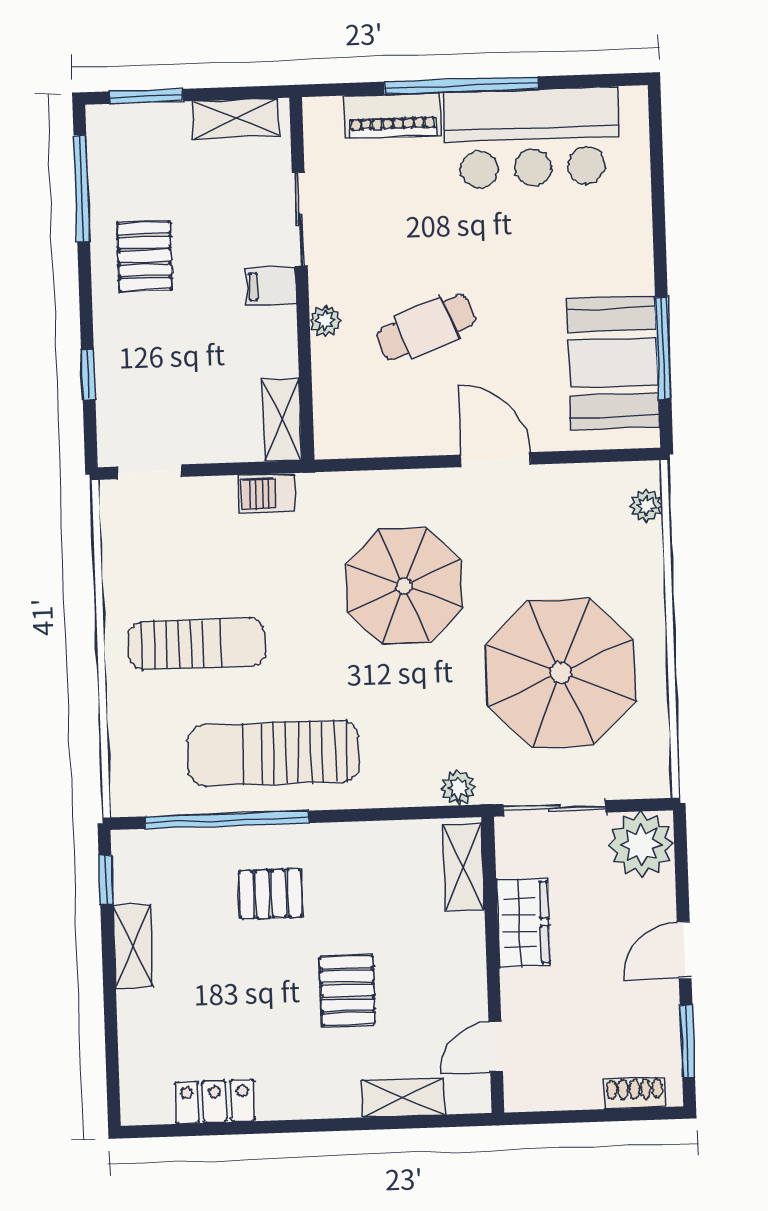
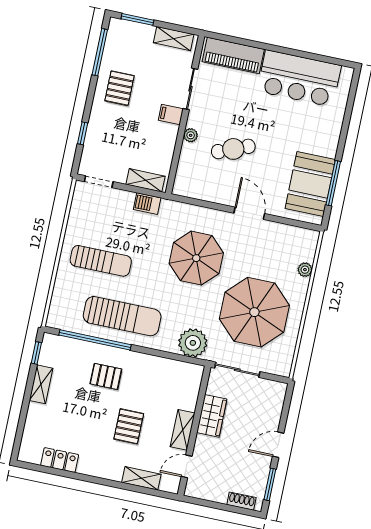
window: (461, 85) -> (274, 48), removed
piano: (393, 115) -> (233, 55), width x1.37, depth x1.33
shelving: (282, 420) -> (146, 180), moved, turned 90
plant: (646, 506) -> (305, 270), moved
sun lounger: (273, 753) -> (122, 316), turned 180
plant: (458, 788) -> (193, 343), width x1.87, depth x1.87
plant: (641, 845) -> (271, 395), removed
shelving: (464, 868) -> (183, 430), moved

